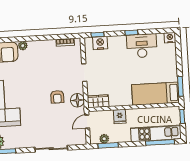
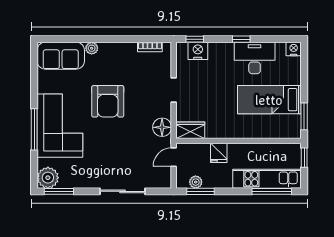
bed: (155, 94) -> (269, 100), moved
armchair: (57, 97) -> (108, 101), moved, width x1.88, depth x1.88

